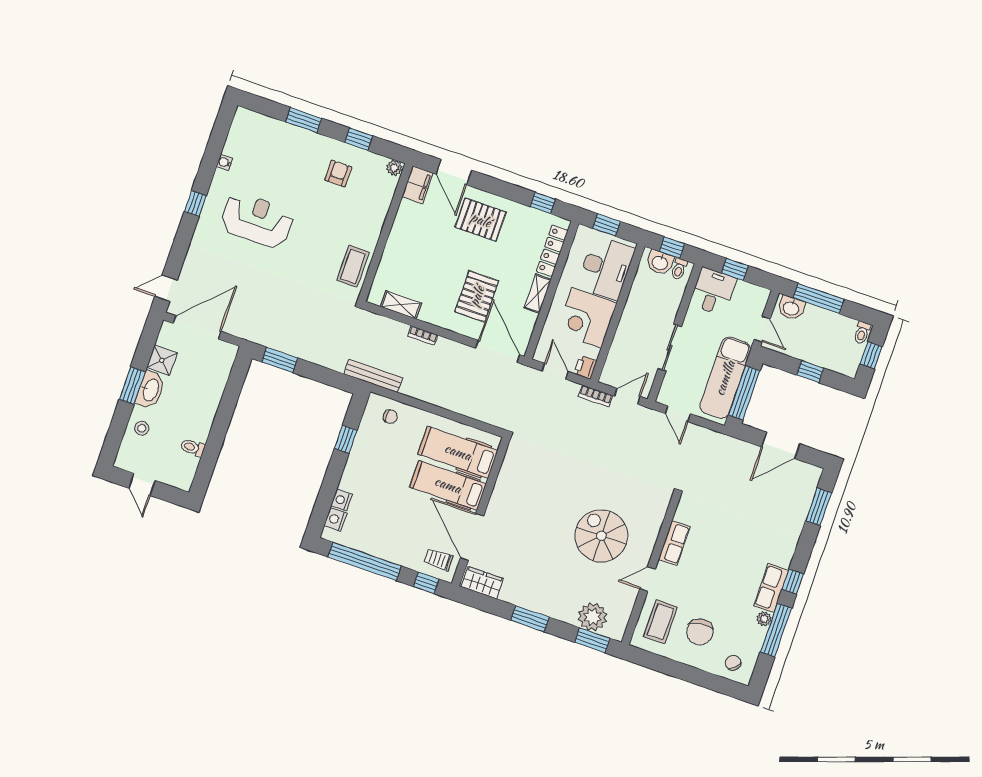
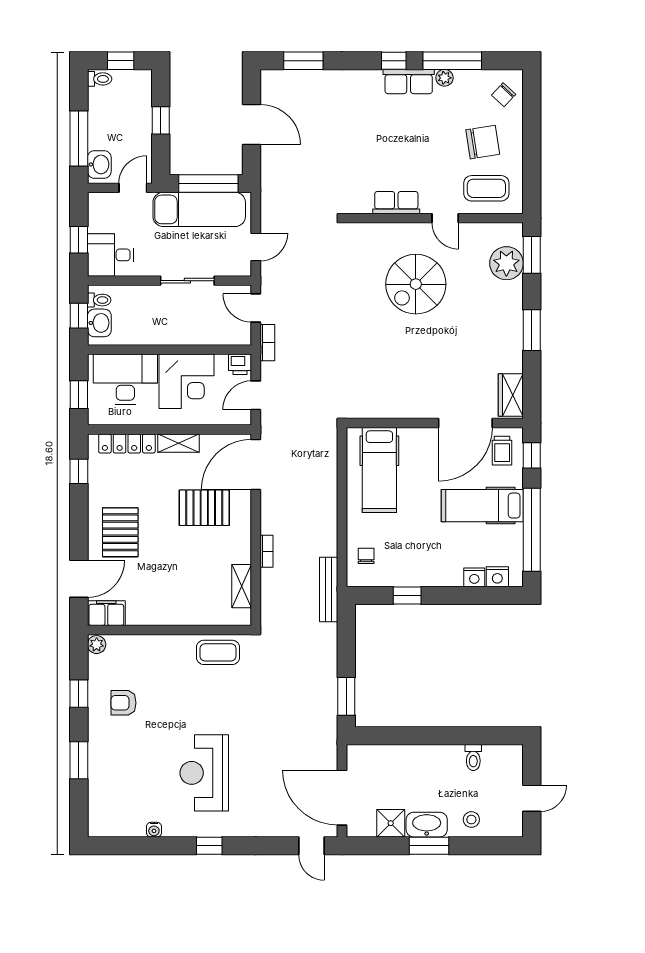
hospital bed: (448, 485) -> (482, 506), moved, turned 90

